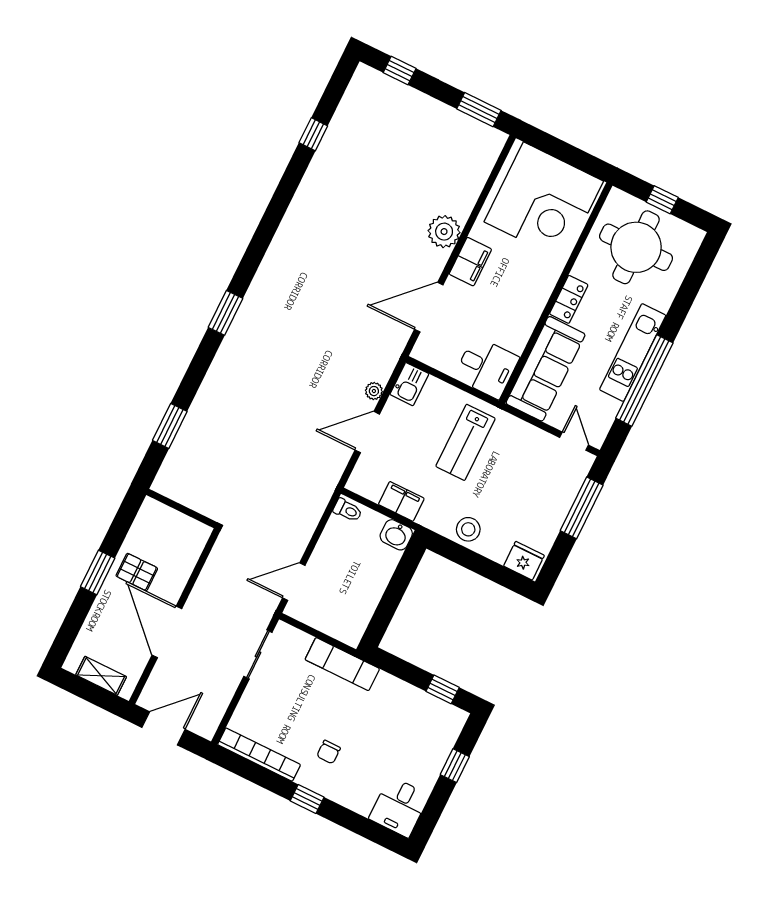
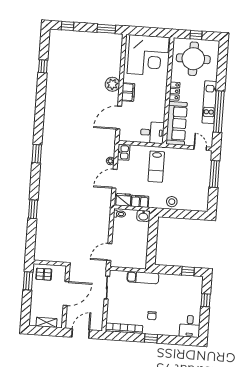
wall: (182, 509) -> (50, 263), moved
fridge: (524, 561) -> (123, 200), moved
door: (167, 632) -> (66, 294), swing flipped

